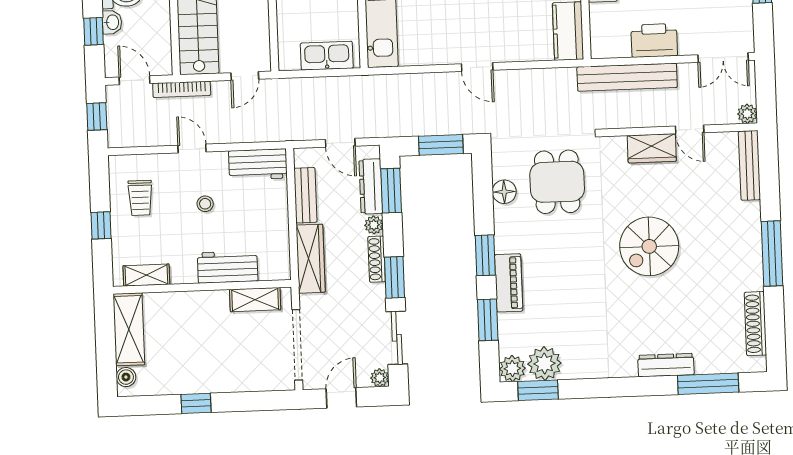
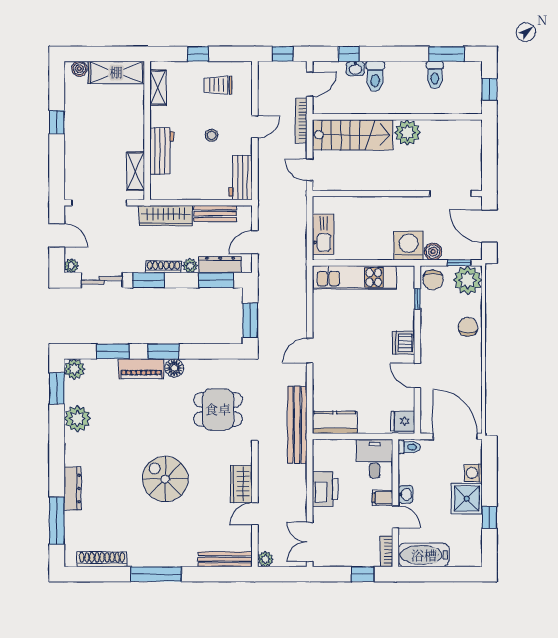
bench: (627, 77) -> (297, 425), moved
floor lamp: (504, 192) -> (174, 368), moved
plant: (544, 364) -> (77, 419), moved

